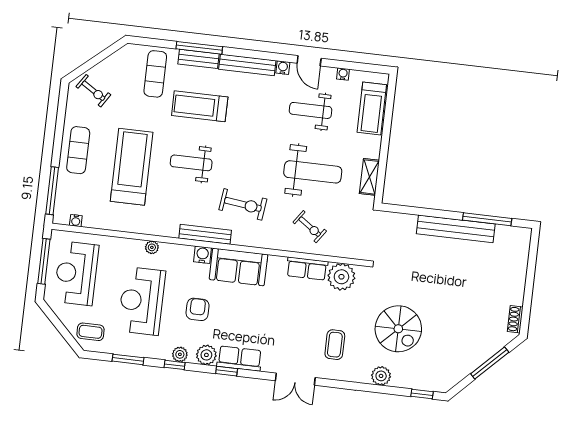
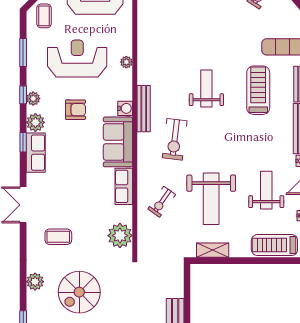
treadmill: (132, 167) -> (197, 35), removed
row of seats: (307, 269) -> (124, 186), moved

